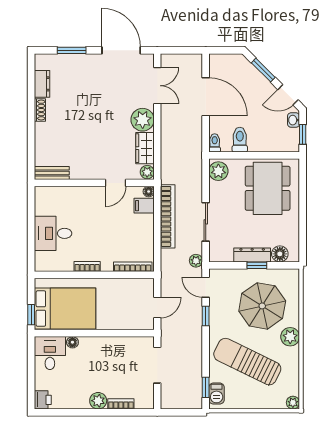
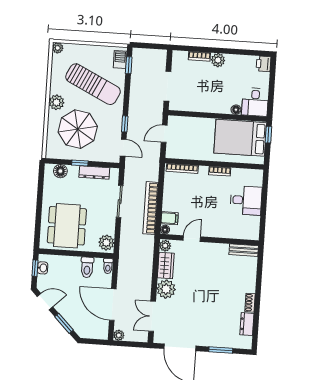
washbasin: (294, 120) -> (43, 268), moved
dresser: (252, 255) -> (94, 172), moved
plant: (196, 261) -> (119, 335), moved

